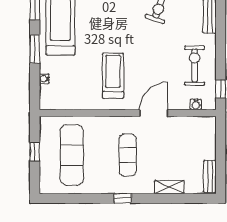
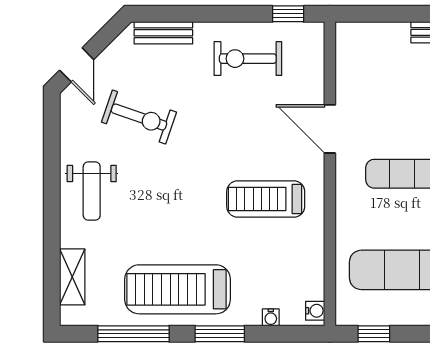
water cooler: (196, 104) -> (315, 311), moved
window: (35, 152) -> (374, 334), moved

